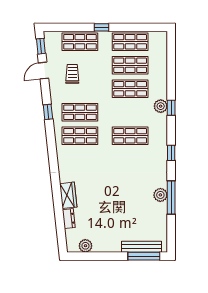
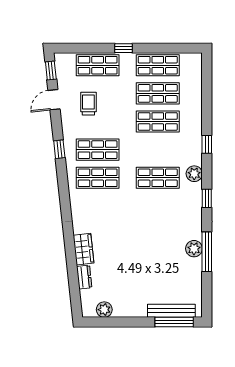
plant: (161, 106) -> (194, 174), moved

